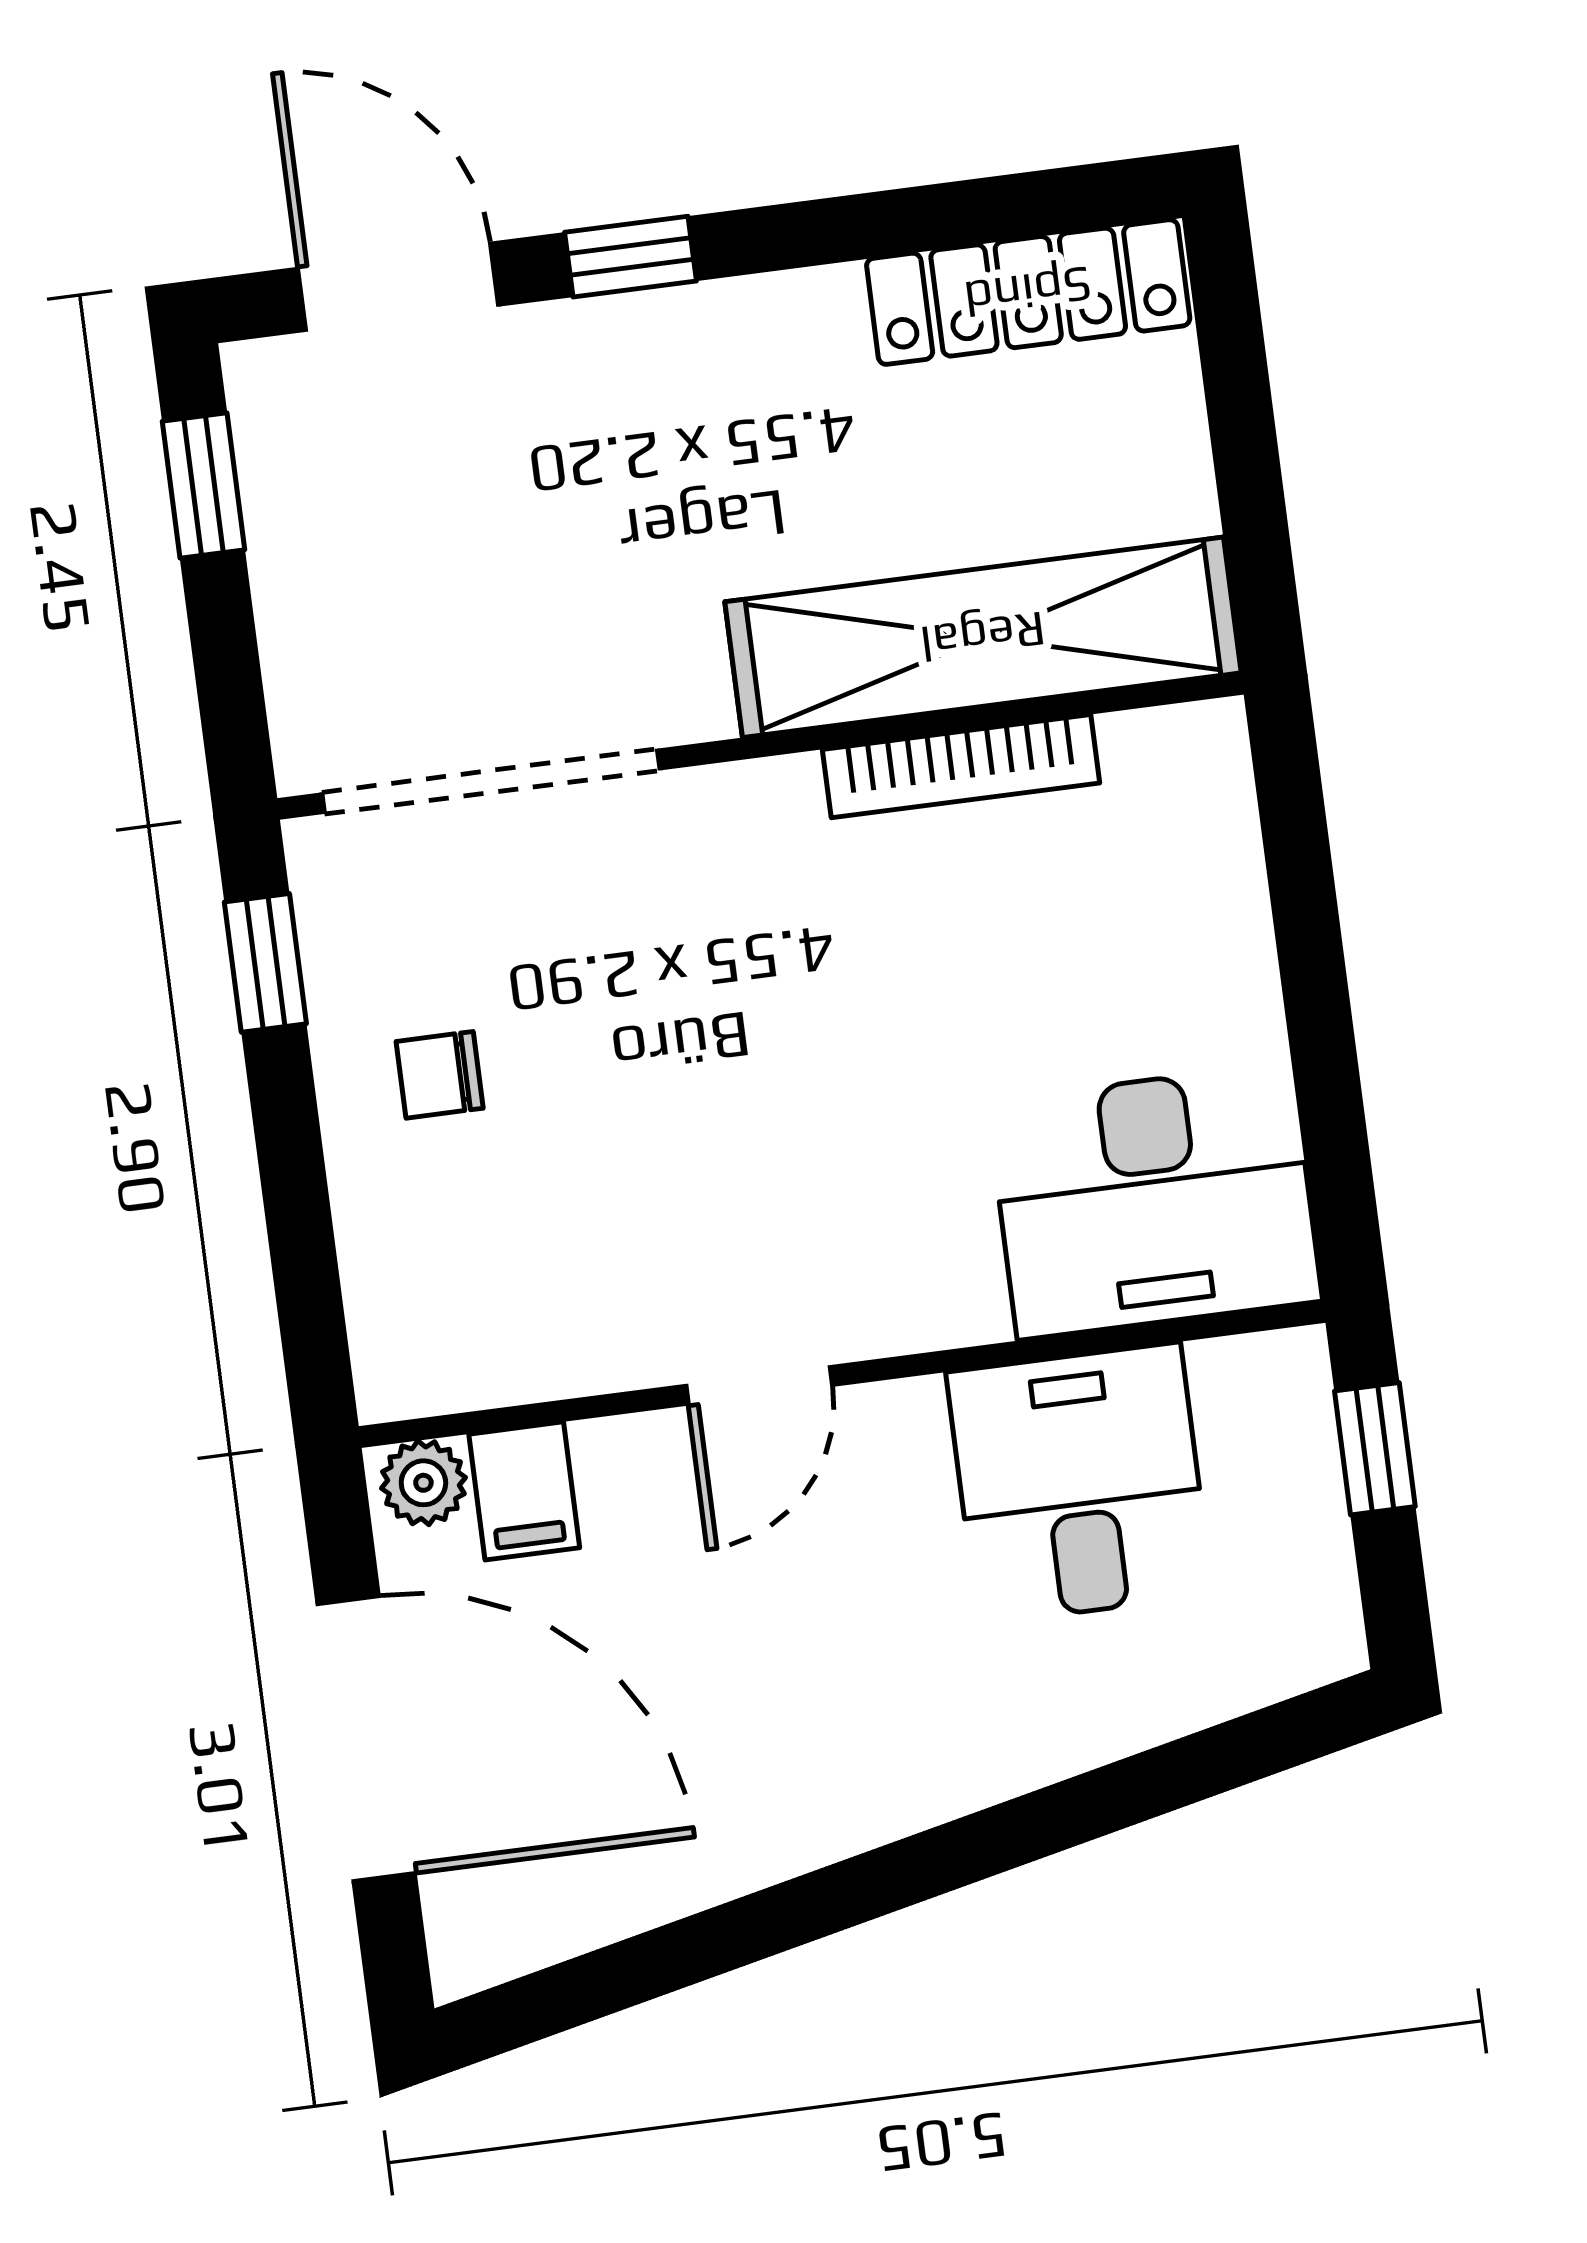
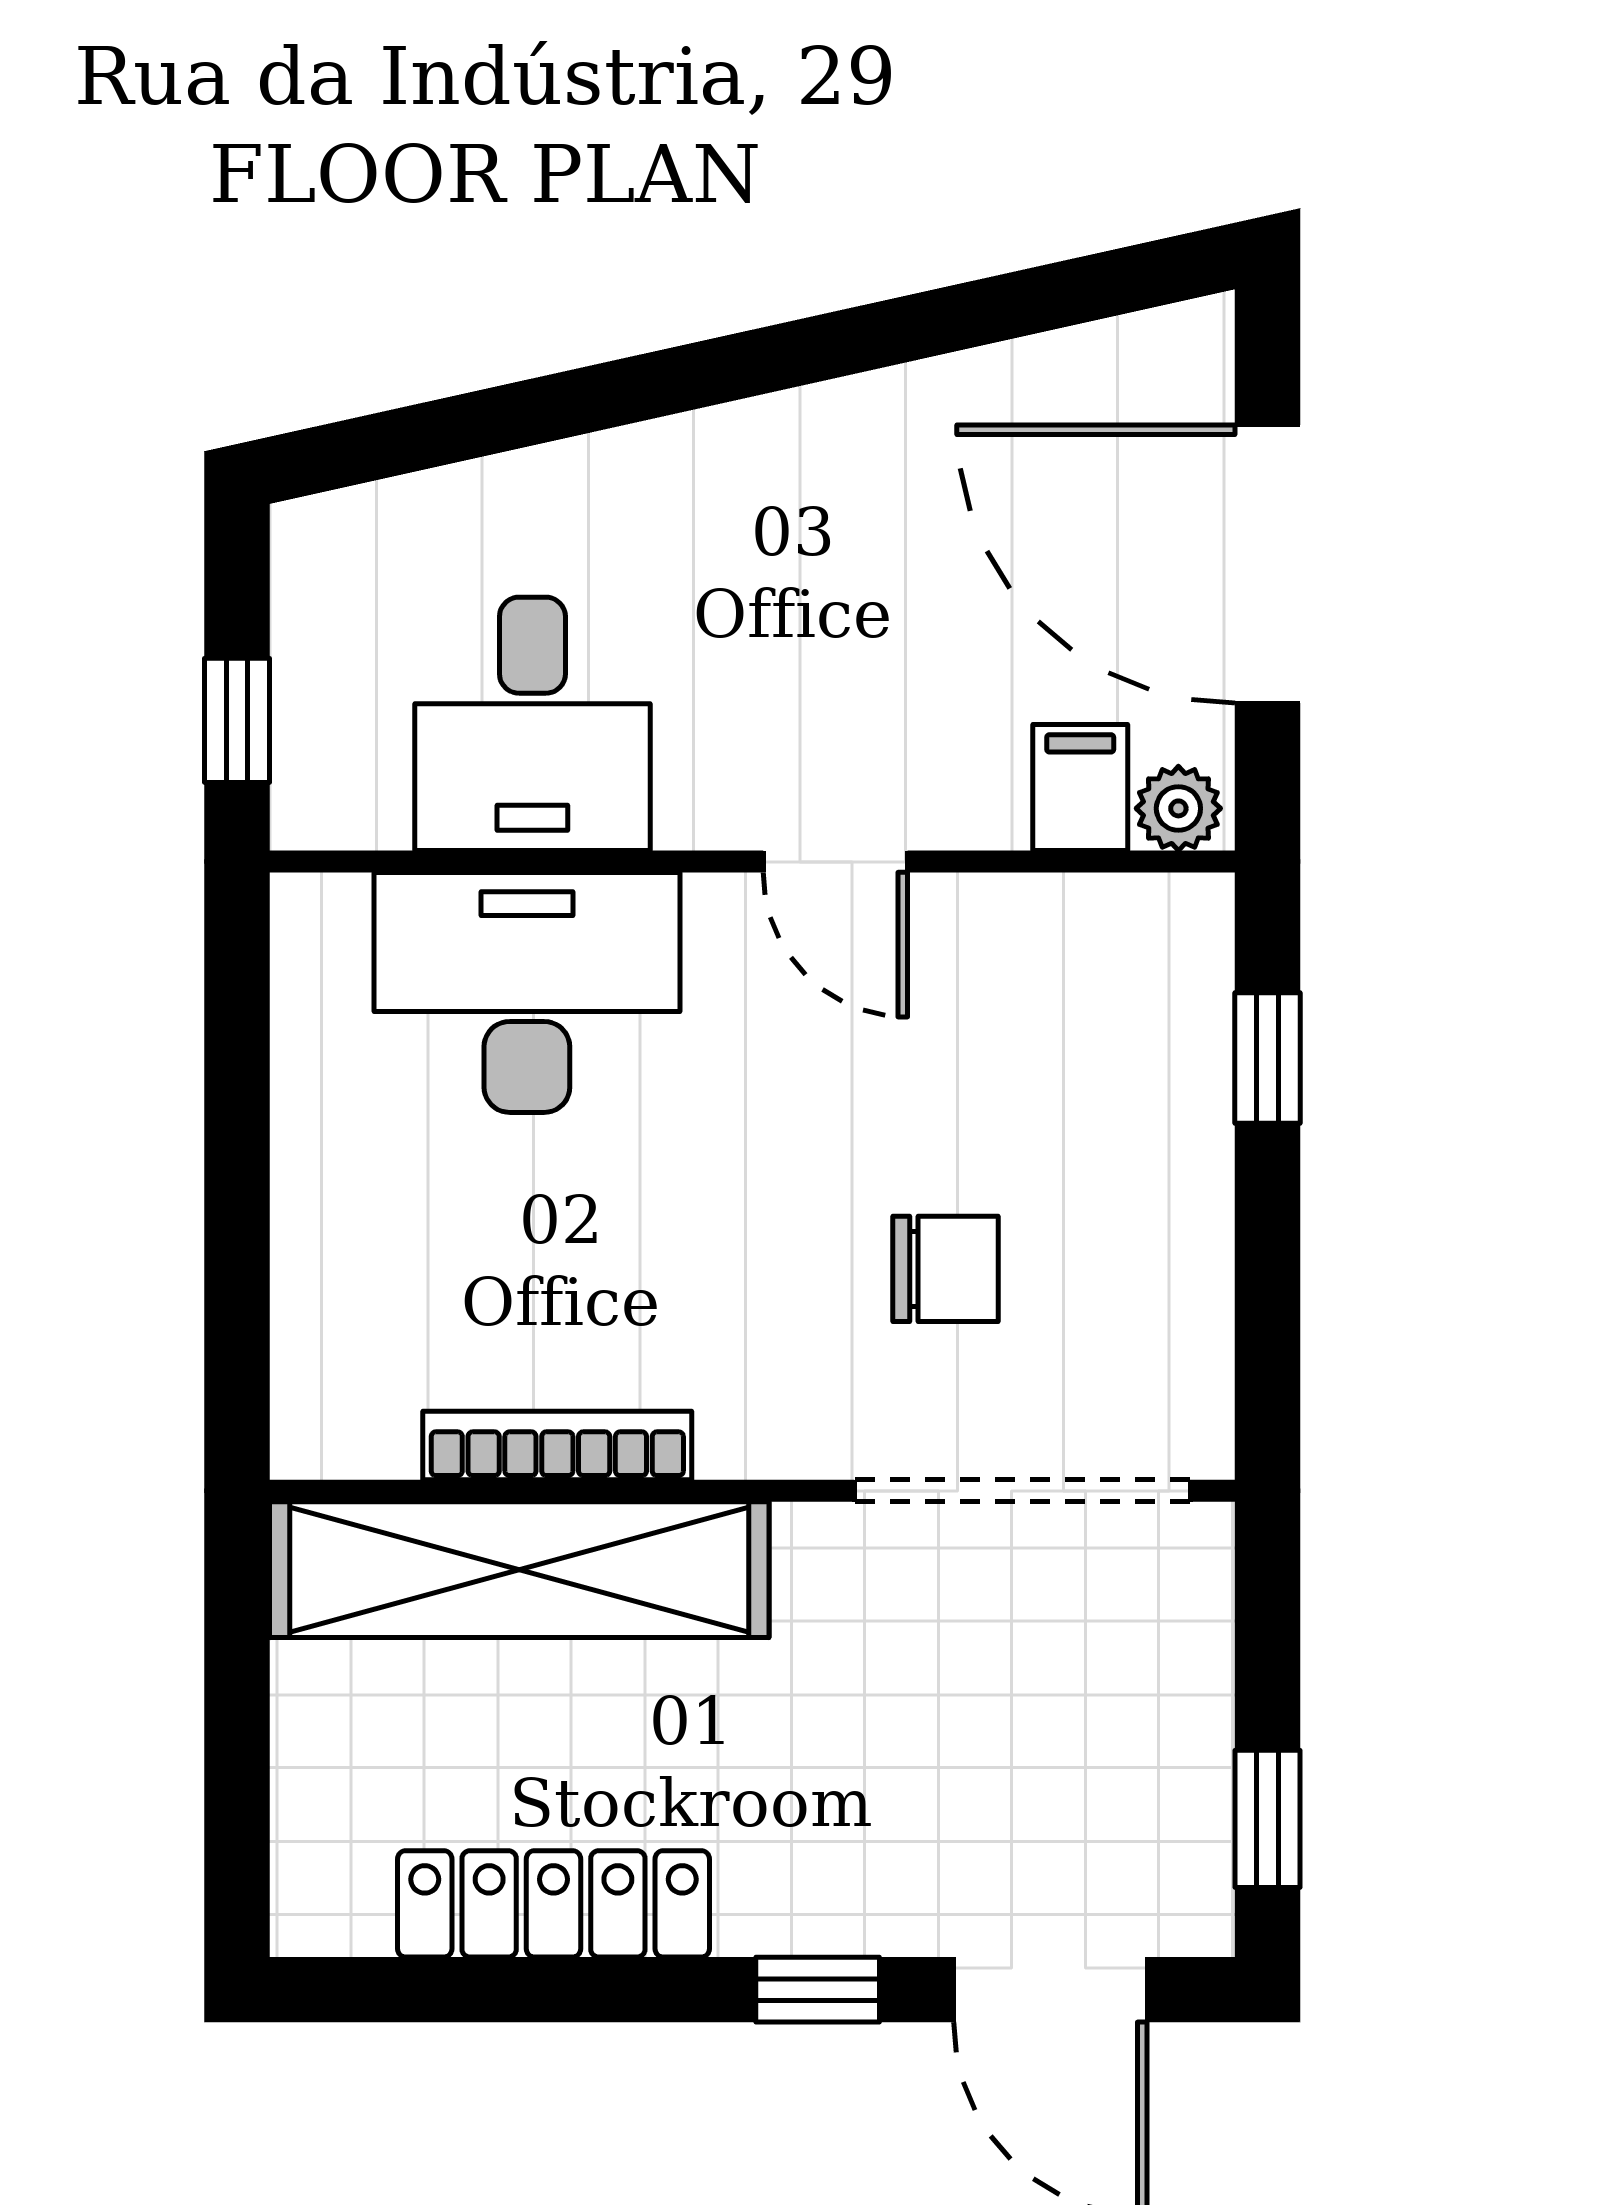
locker: (1028, 292) -> (554, 1904), moved
window: (265, 963) -> (1268, 1058), moved
chair: (440, 1075) -> (946, 1269), moved, width x1.37, depth x1.37
desk: (1154, 1201) -> (527, 992), moved
door: (759, 1385) -> (835, 862), swing flipped

